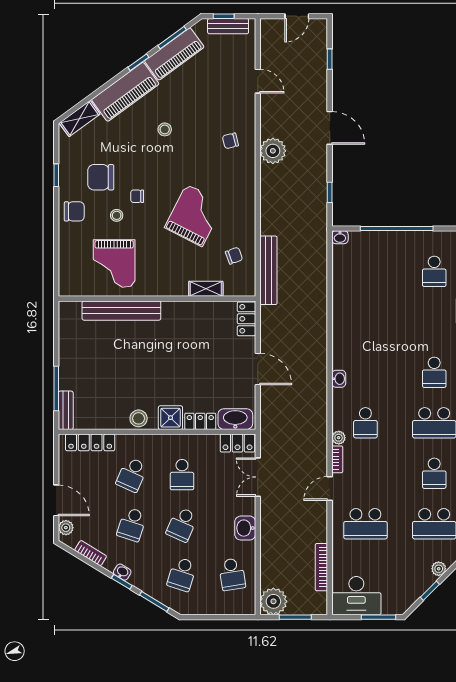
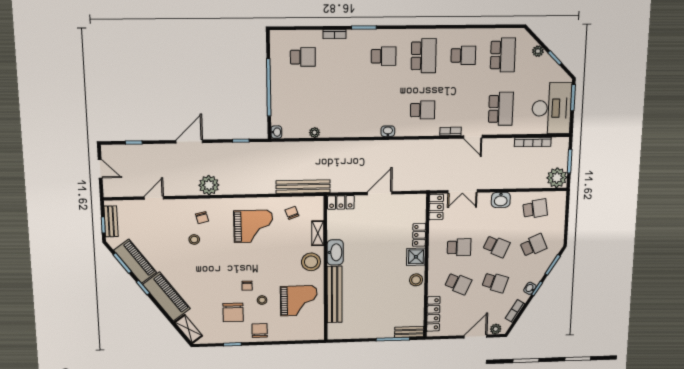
stool: (165, 129) -> (194, 240), moved
grand piano: (194, 215) -> (253, 226), moved, turned 153
stool: (167, 280) -> (311, 262), added
washbasin: (235, 419) -> (335, 252), moved, turned 180
plant: (339, 438) -> (315, 133), moved
school desk: (182, 574) -> (533, 245), turned -42
desk: (356, 596) -> (552, 108), width x1.36, depth x1.30

